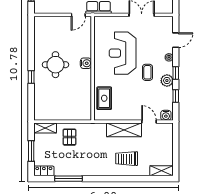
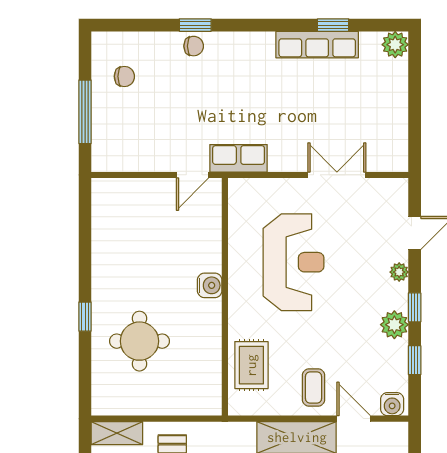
reception desk: (123, 53) -> (293, 262), turned 180
round table: (55, 65) -> (139, 341), moved
coffee table: (147, 72) -> (314, 388), moved

